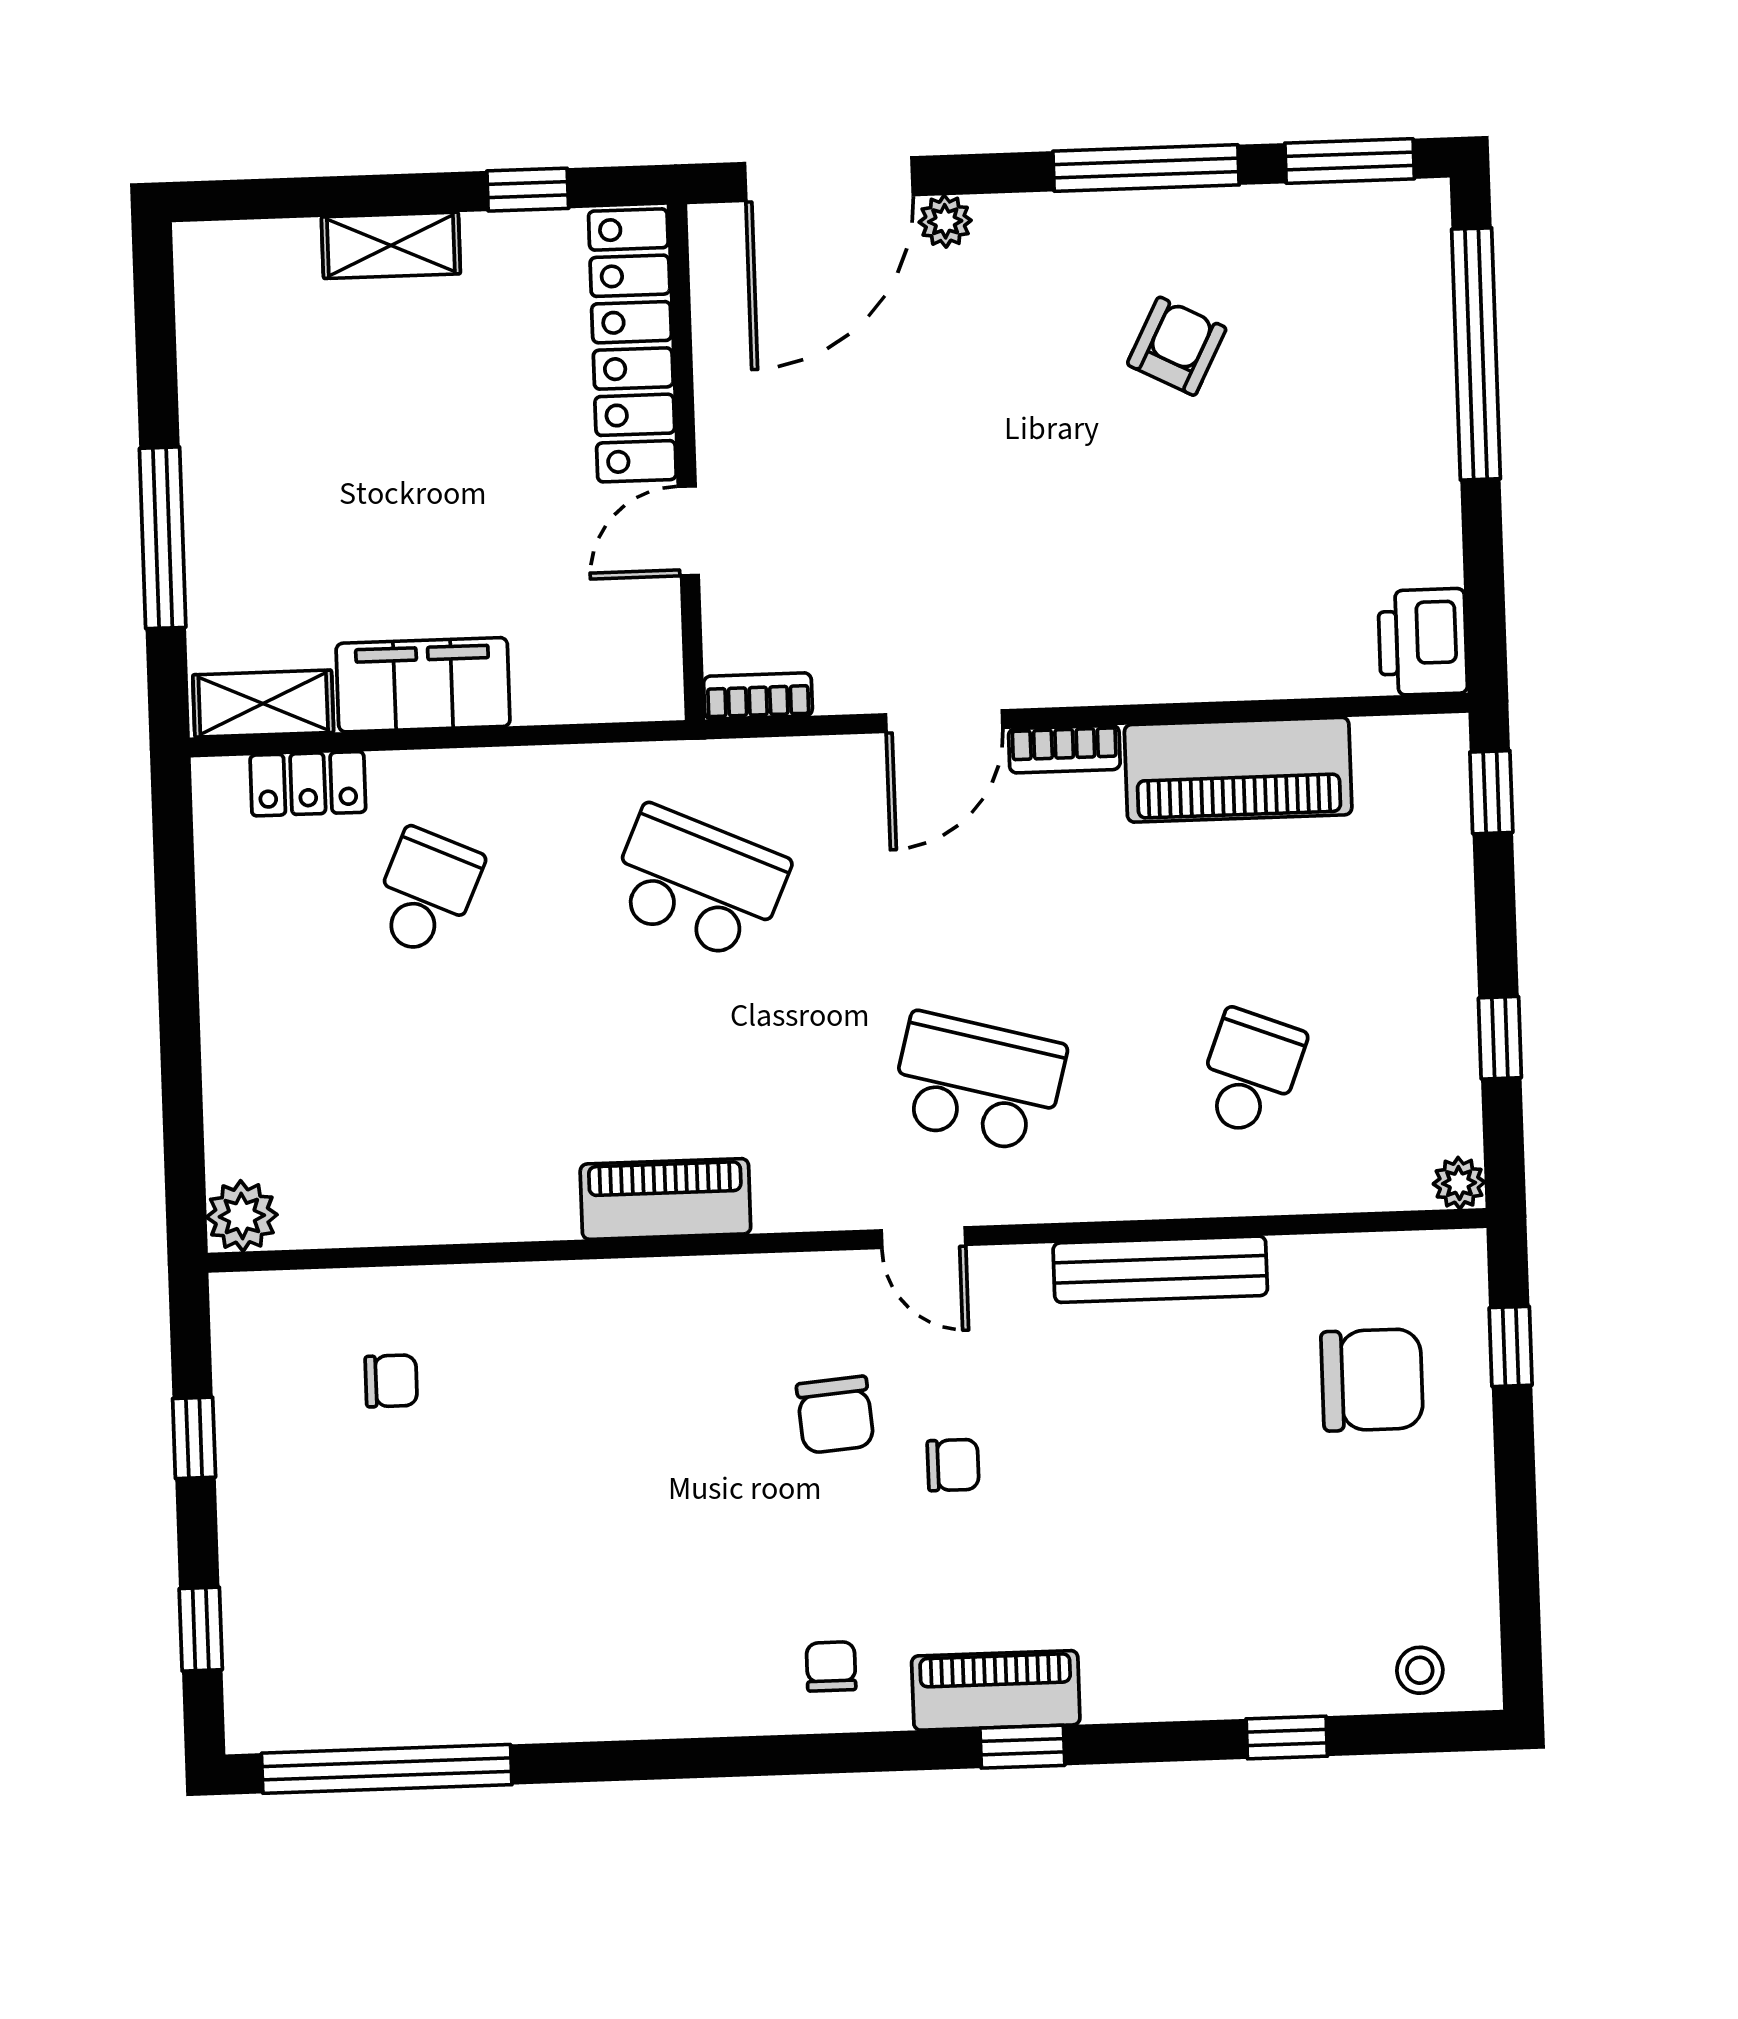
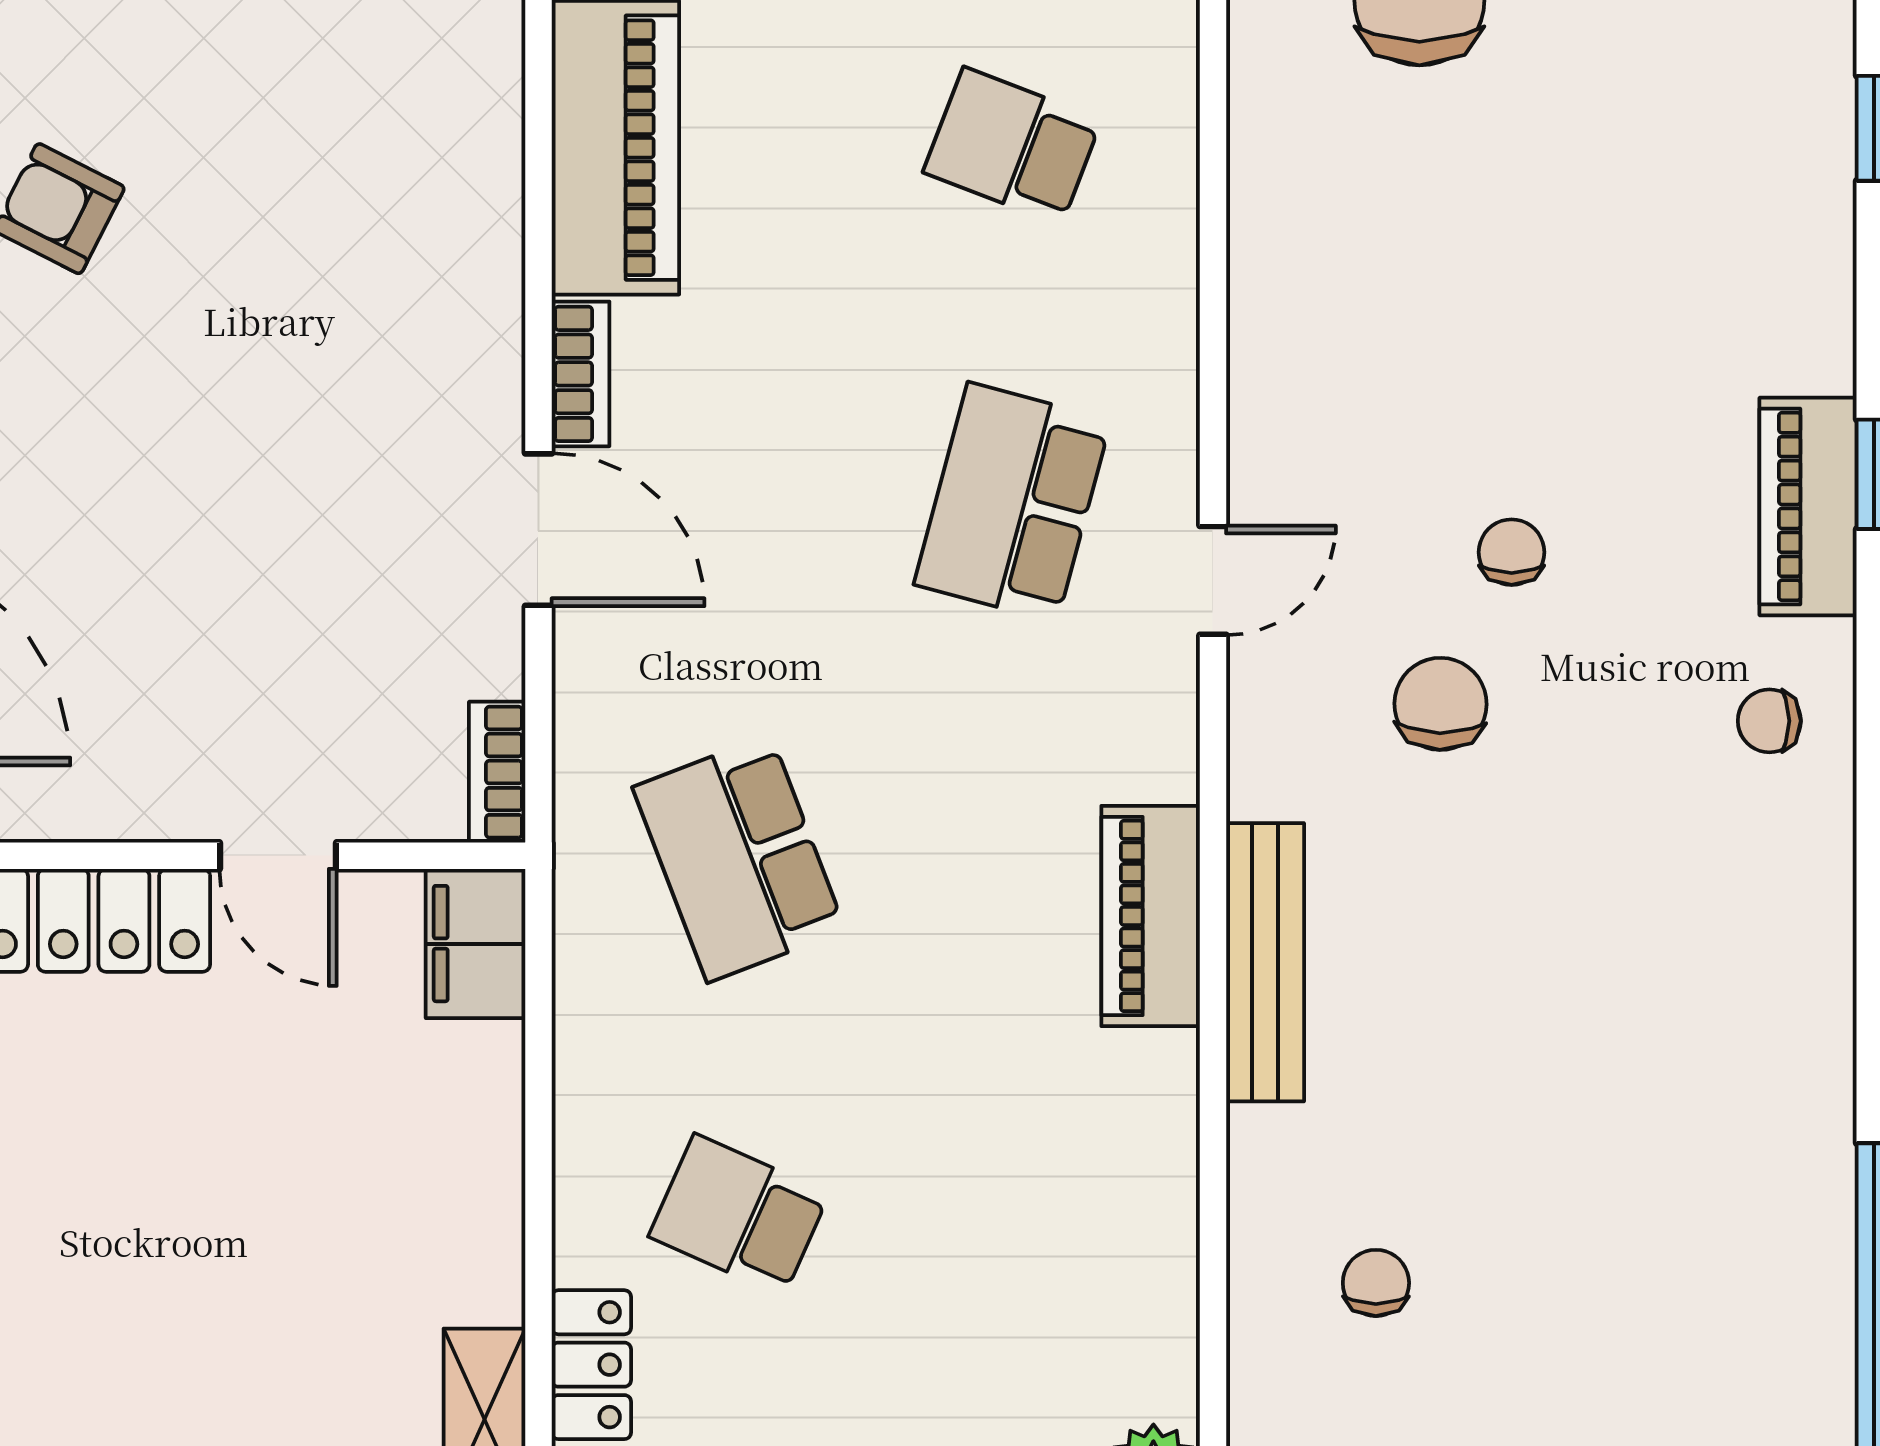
filing cabinet: (423, 685) -> (476, 944), moved, width x0.67, depth x0.86
school desk: (698, 883) -> (739, 859), turned -45
bench: (1160, 1269) -> (1265, 962), moved
chair: (835, 1415) -> (1440, 704), turned -84

